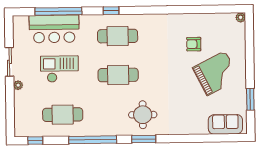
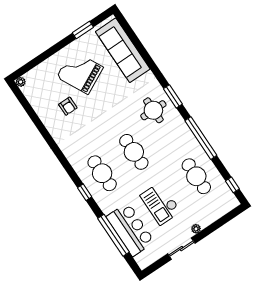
sofa: (225, 124) -> (123, 50), width x1.85, depth x1.27

